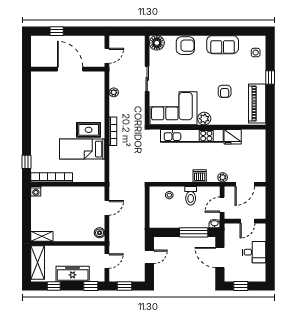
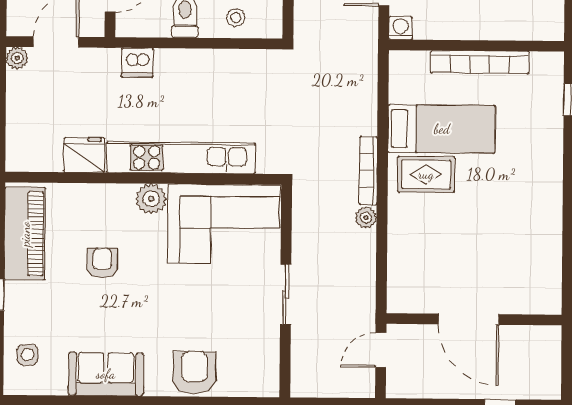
floor lamp: (157, 43) -> (262, 380), removed
armchair: (185, 46) -> (194, 373), turned 90
plant: (114, 92) -> (366, 218), moved
dishwasher: (200, 176) -> (137, 63), moved
bookcase: (52, 177) -> (480, 62), moved
plant: (223, 177) -> (17, 58), moved
washing machine: (36, 191) -> (401, 28), moved

